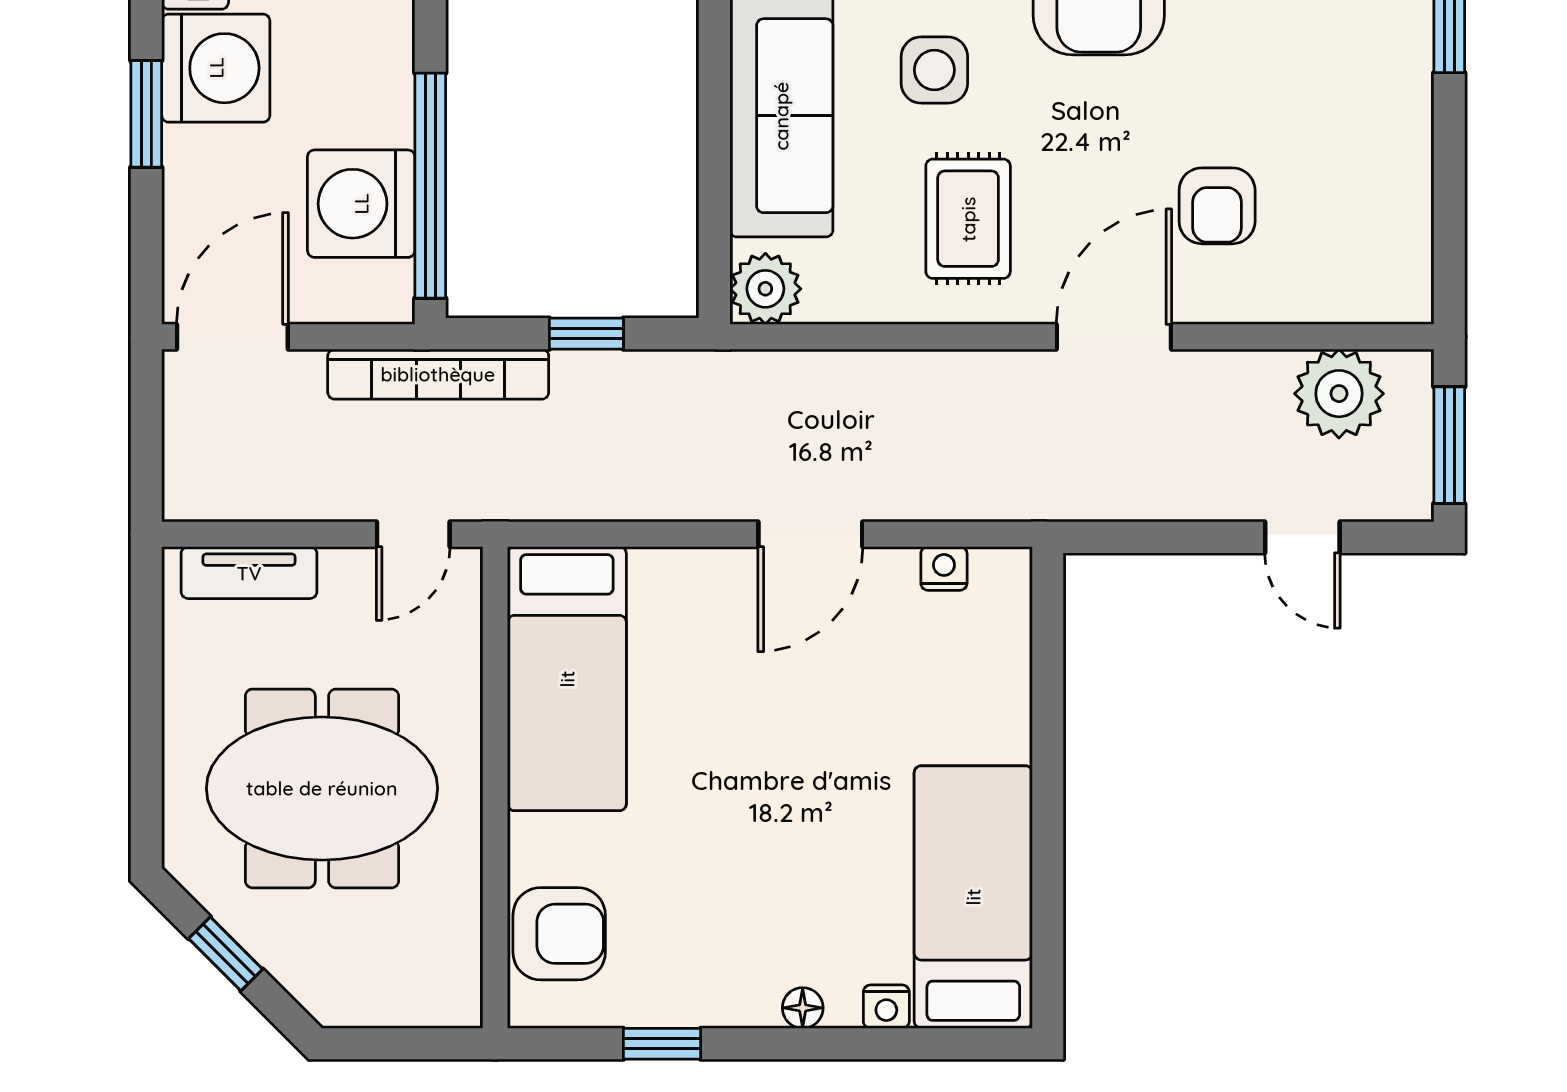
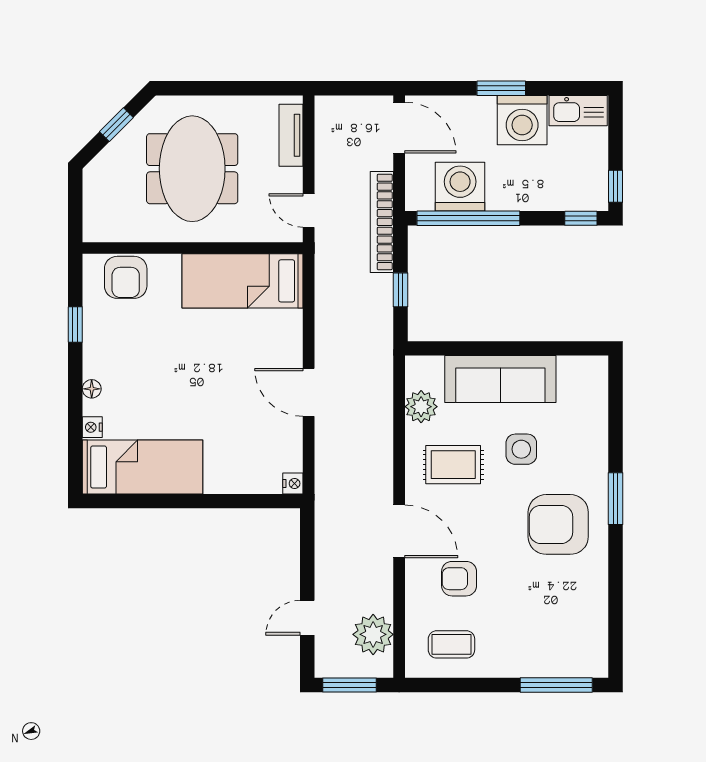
coffee table: (1361, 222) -> (451, 644), added
plant: (765, 289) -> (421, 407), moved
nightstand: (944, 568) -> (293, 483), moved

